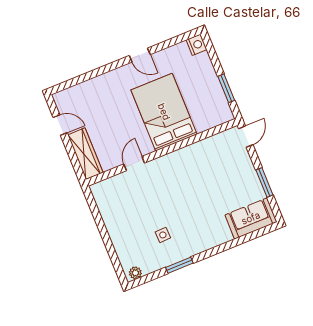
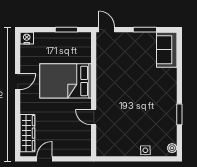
wardrobe: (85, 154) -> (27, 133), moved, turned 90
side table: (163, 235) -> (145, 150), moved

